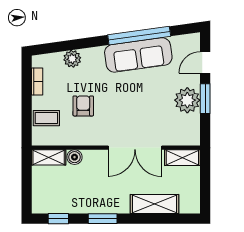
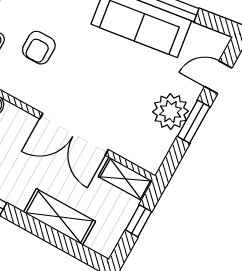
armchair: (83, 106) -> (39, 48), turned 180
window: (205, 179) -> (139, 221), added

